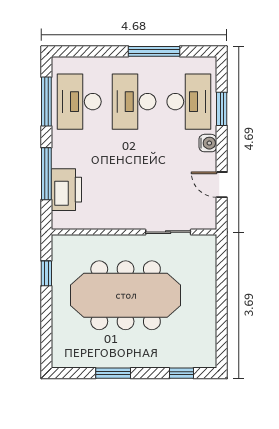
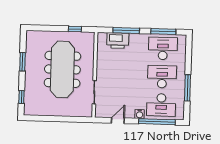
window: (222, 109) -> (157, 122), width x2.11

